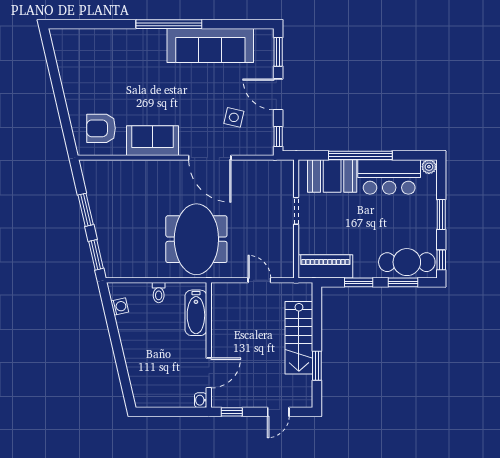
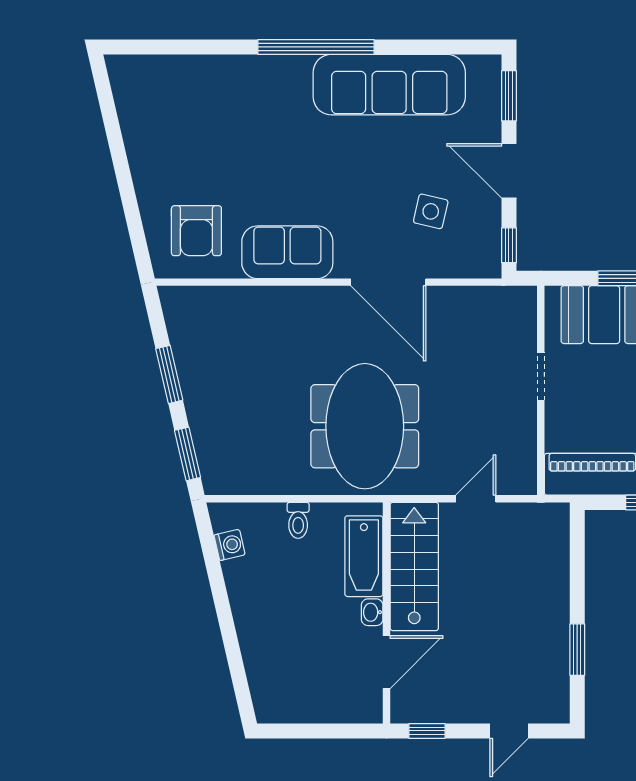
armchair: (101, 128) -> (196, 231), turned -90
door: (259, 280) -> (476, 499), hinge flipped
stairs: (299, 338) -> (414, 566), moved, turned 180
washbasin: (201, 400) -> (372, 612), moved

